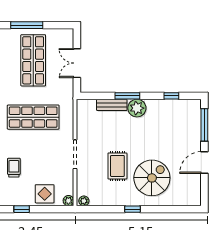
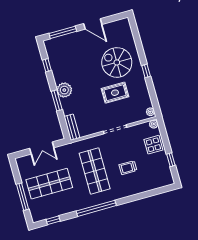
bench: (112, 105) -> (72, 127), moved
trolley: (14, 168) -> (128, 168), moved

